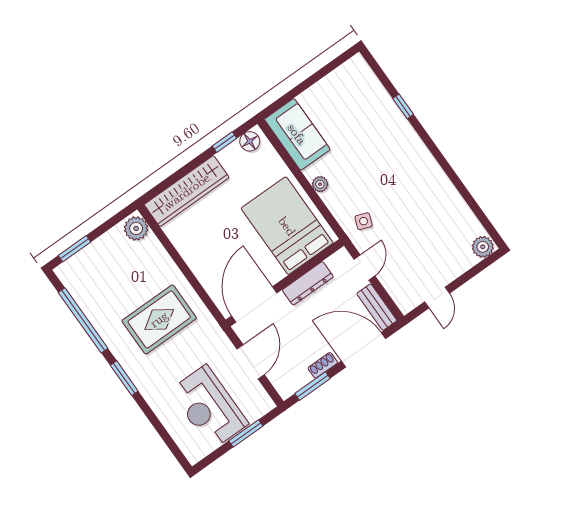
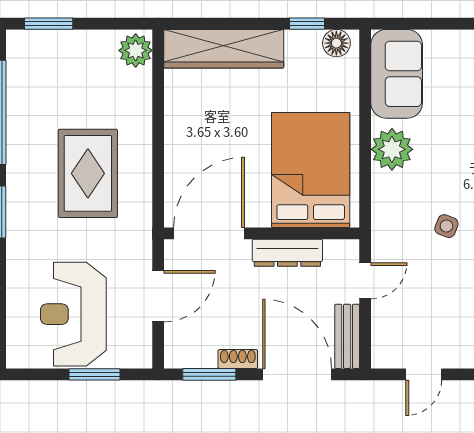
plant: (320, 184) -> (392, 149), width x1.88, depth x1.88
side table: (364, 221) -> (446, 226), moved
rug: (159, 319) -> (88, 173), turned 90

